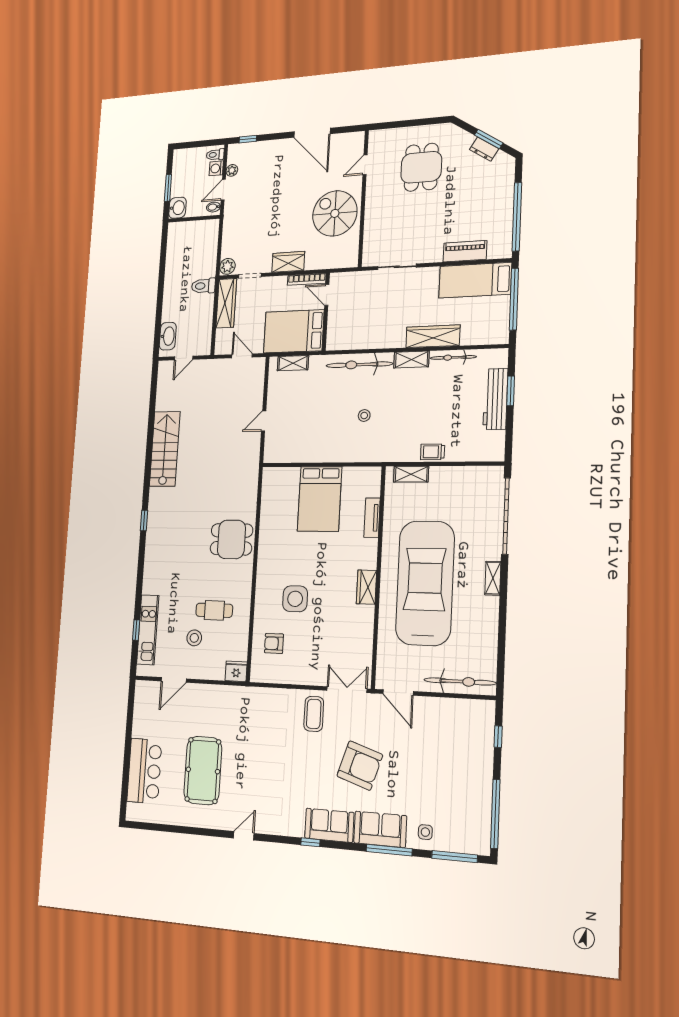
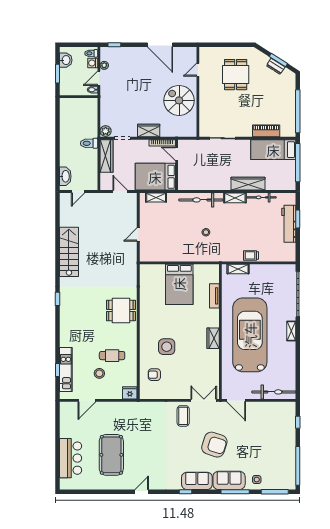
washbasin: (177, 208) -> (66, 60), moved

